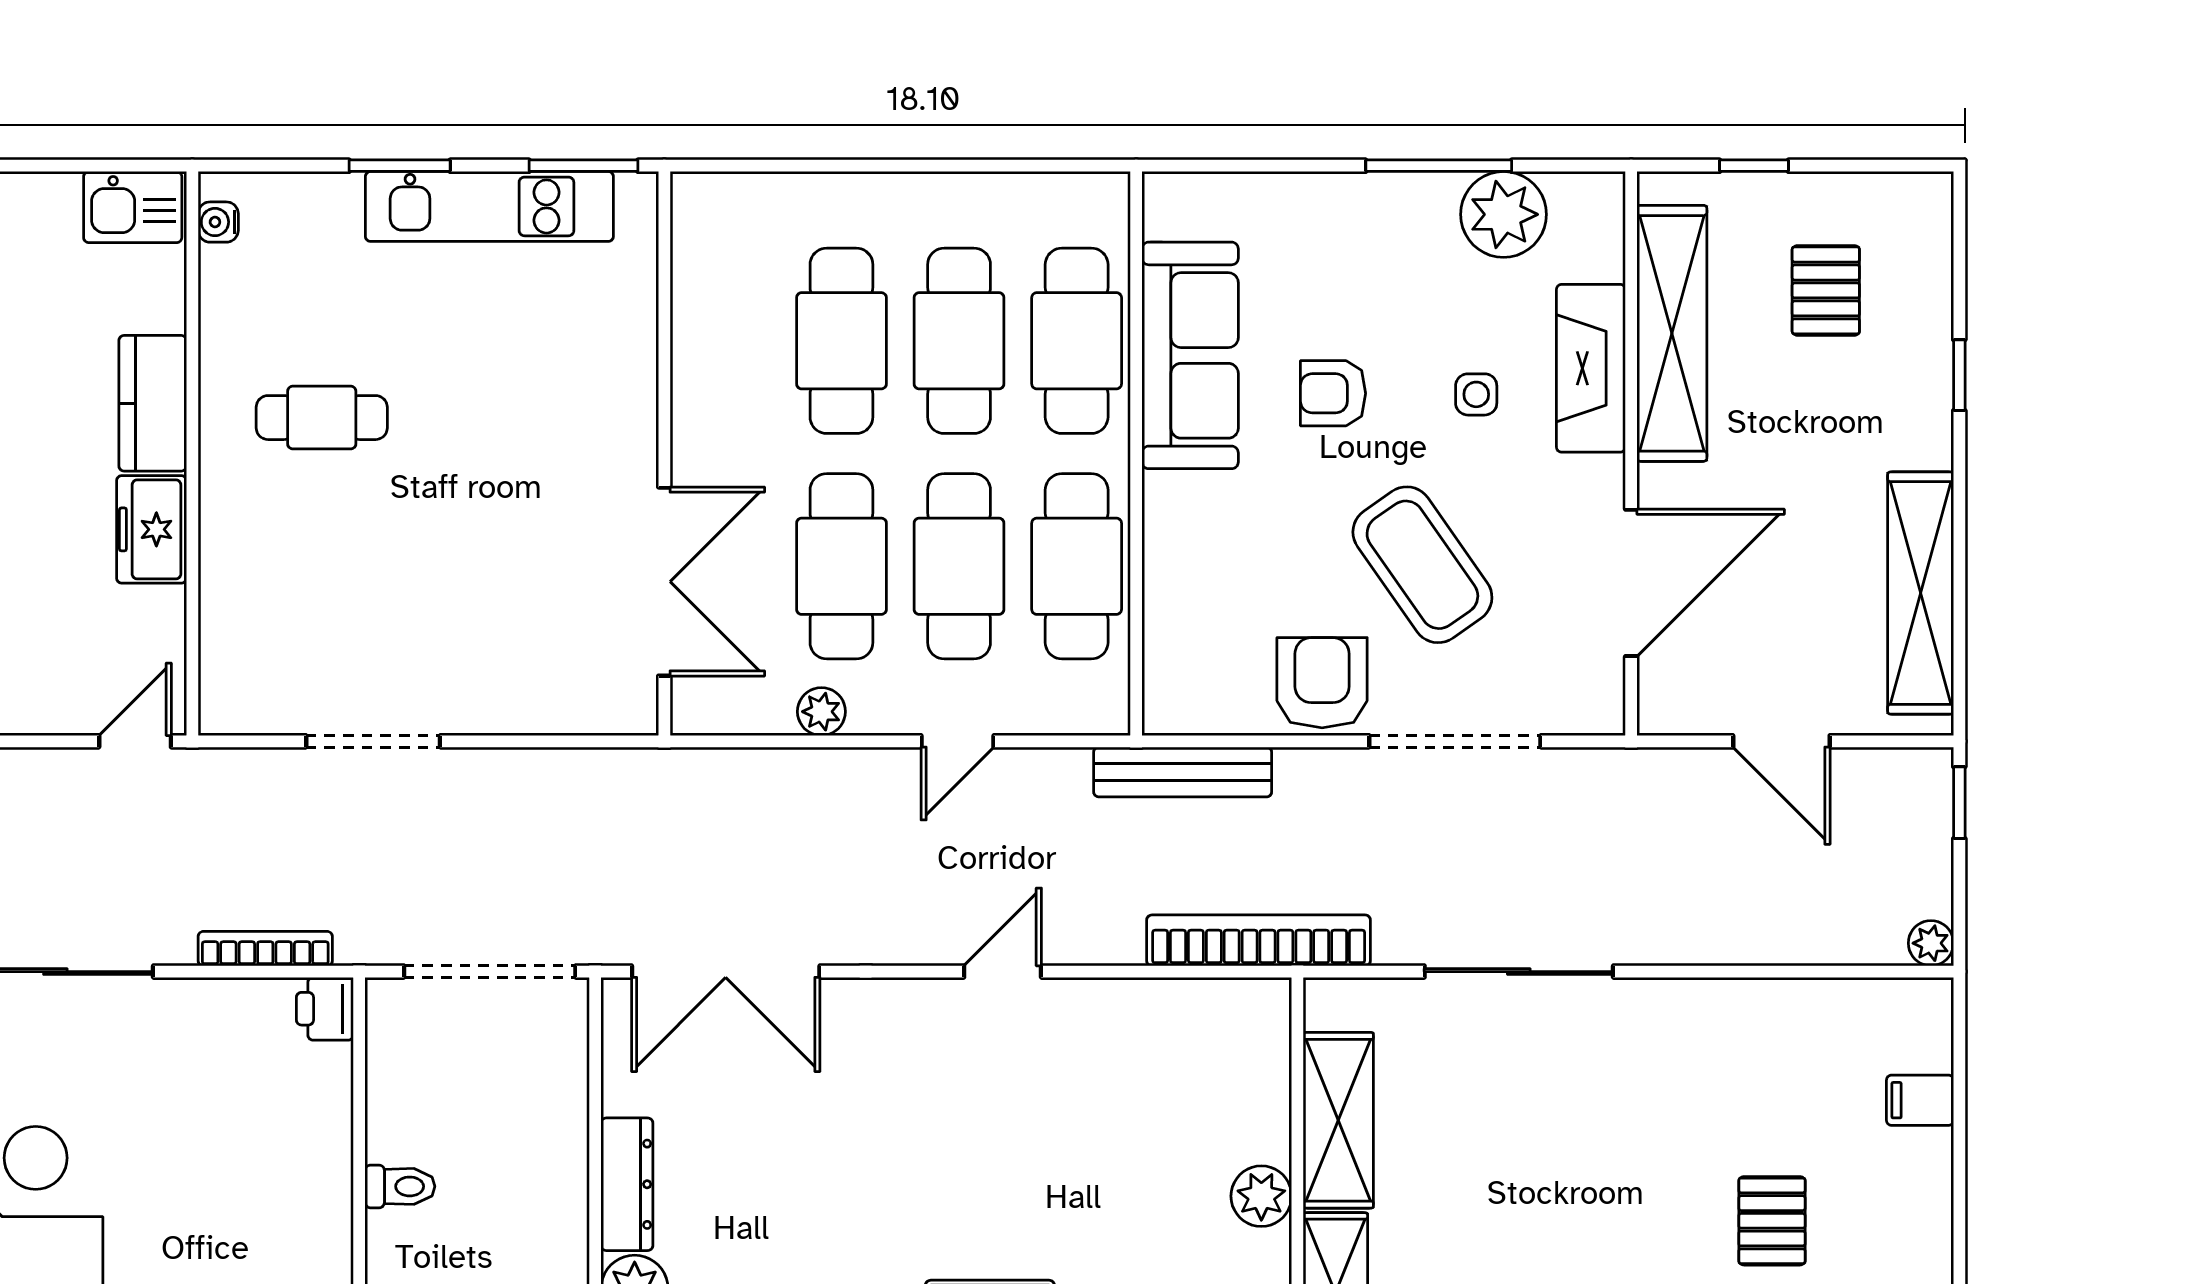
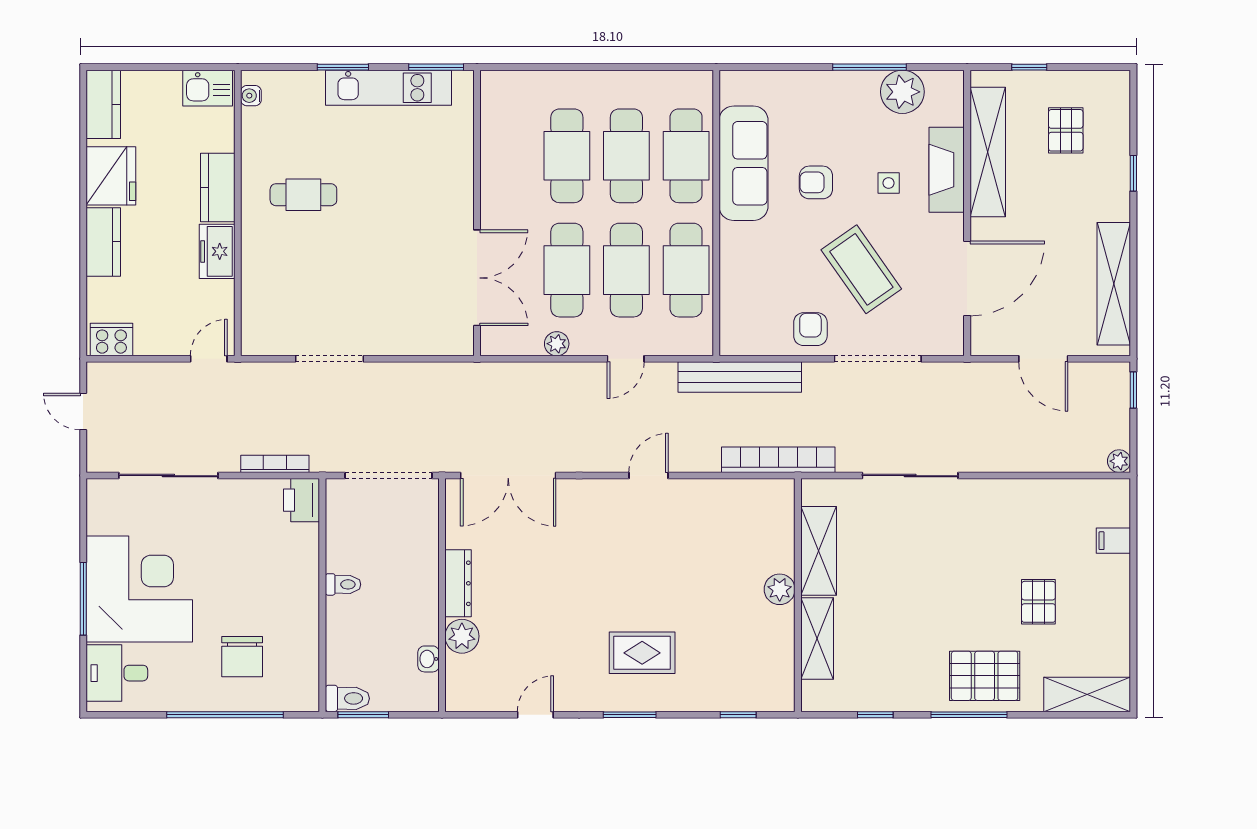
armchair: (1322, 683) -> (810, 329), width x0.72, depth x0.72
bench: (1183, 772) -> (740, 377), width x1.37, depth x1.21
printer: (325, 1009) -> (302, 500), width x1.36, depth x1.24

